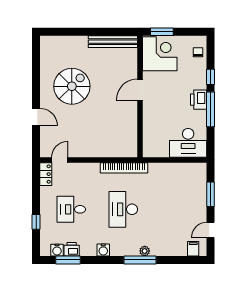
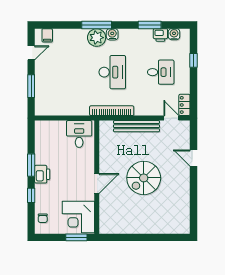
bench: (113, 42) -> (136, 126), moved
spiral stairs: (72, 86) -> (144, 178), moved
window: (210, 109) -> (31, 165), width x0.69
desk: (188, 143) -> (79, 134), moved, width x0.73
door: (60, 160) -> (171, 118), swing flipped
water cooler: (103, 250) -> (112, 34), moved
plant: (145, 251) -> (97, 38), width x1.88, depth x1.88
window: (68, 260) -> (150, 25), moved

